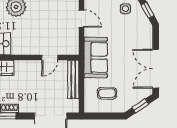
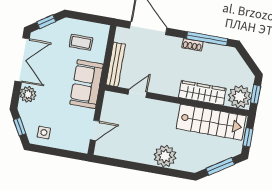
door: (81, 19) -> (95, 130), swing flipped
plant: (145, 40) -> (28, 94), added

